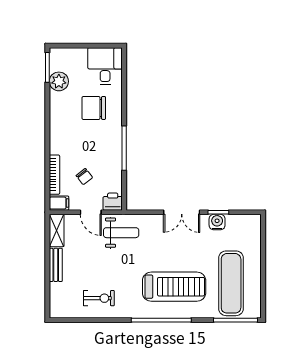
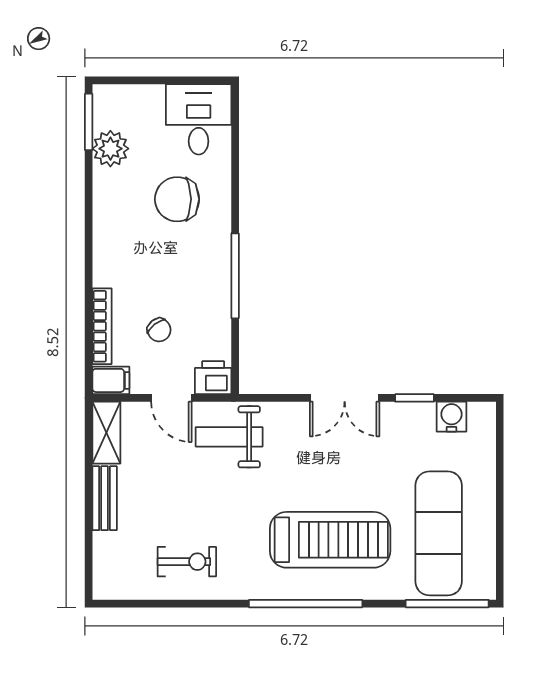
water cooler: (217, 222) -> (452, 417), moved
weight bench: (121, 233) -> (229, 437), turned 180

